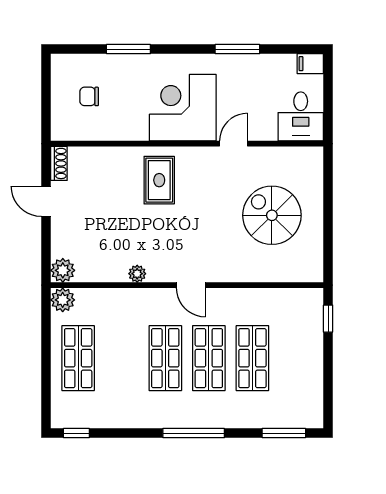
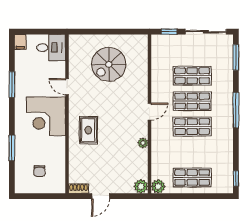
rug: (159, 180) -> (88, 130), turned 90
sliding door: (328, 381) -> (206, 32), added

